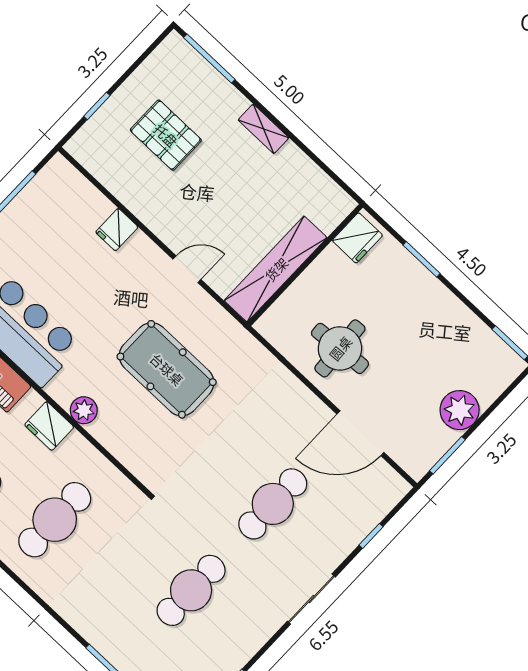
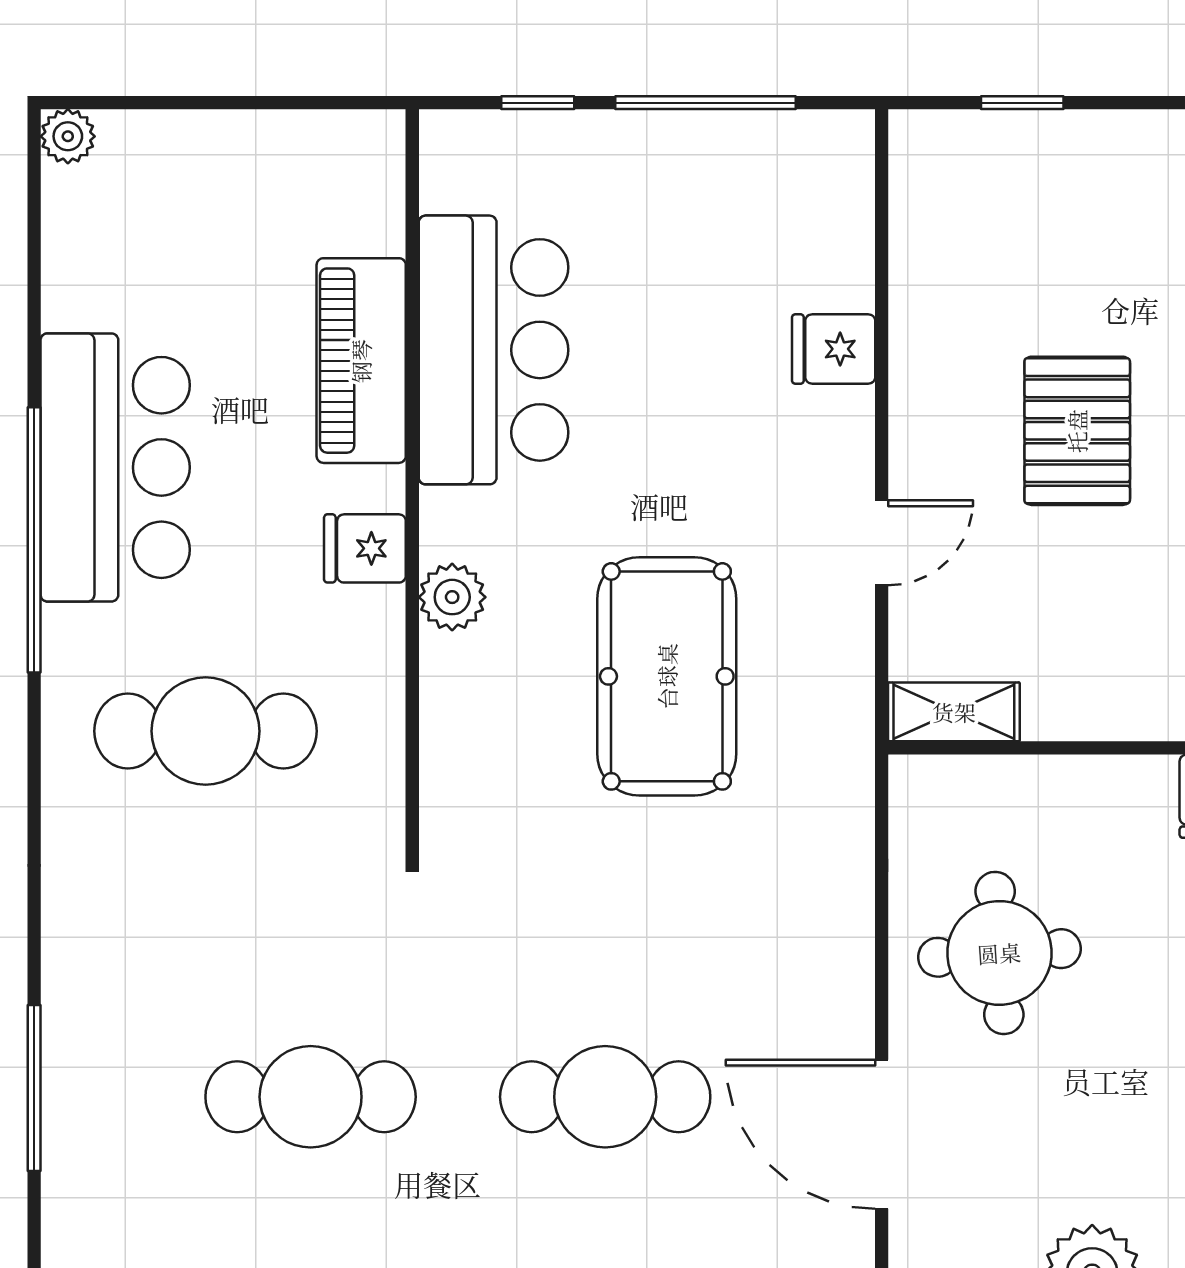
pallet: (166, 135) -> (1077, 431), moved
door: (187, 269) -> (882, 543), hinge flipped
shelving: (276, 269) -> (954, 712), width x0.45, depth x0.75
fridge: (49, 426) -> (365, 548), width x0.72

